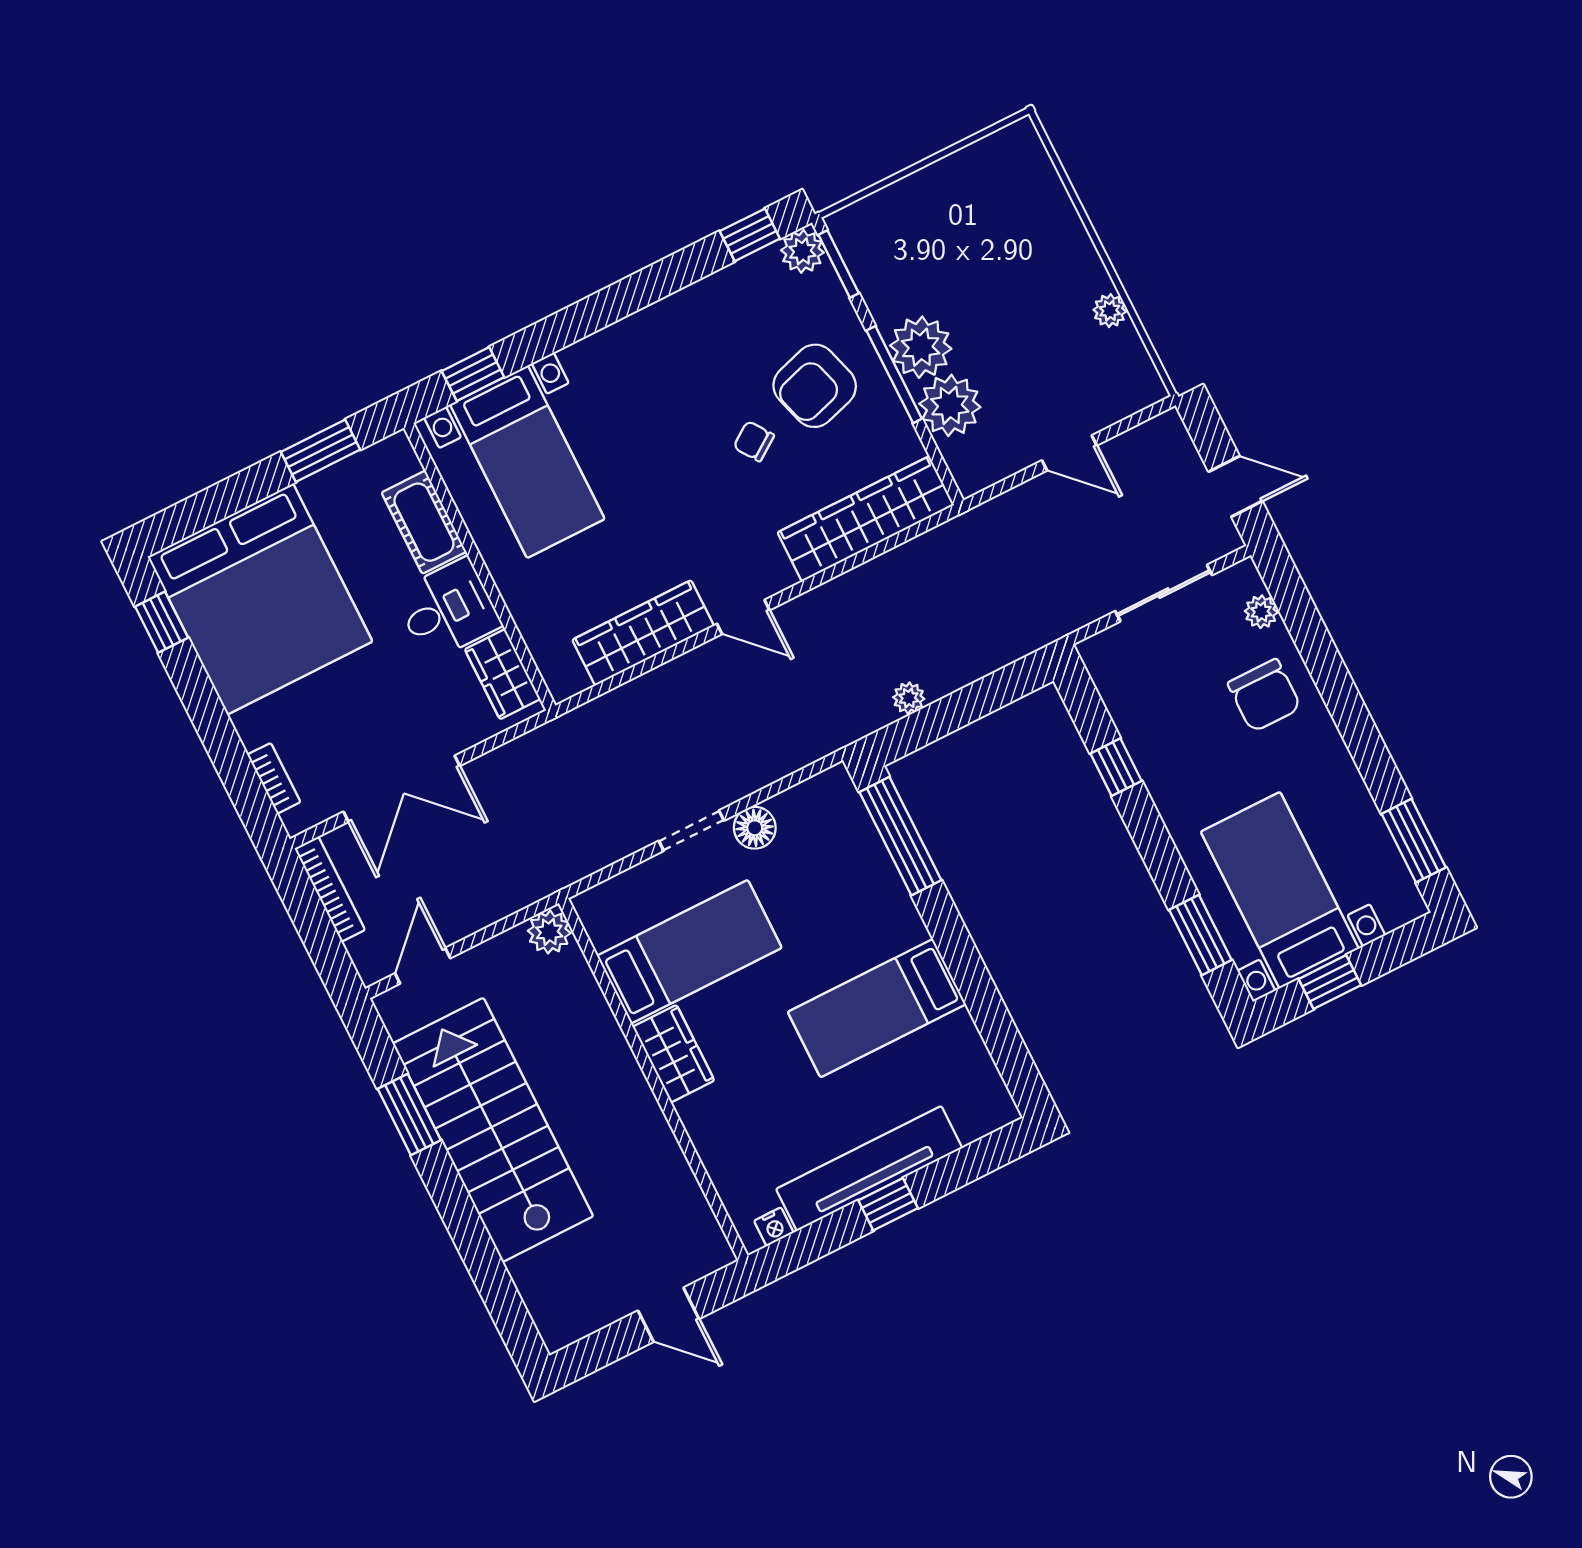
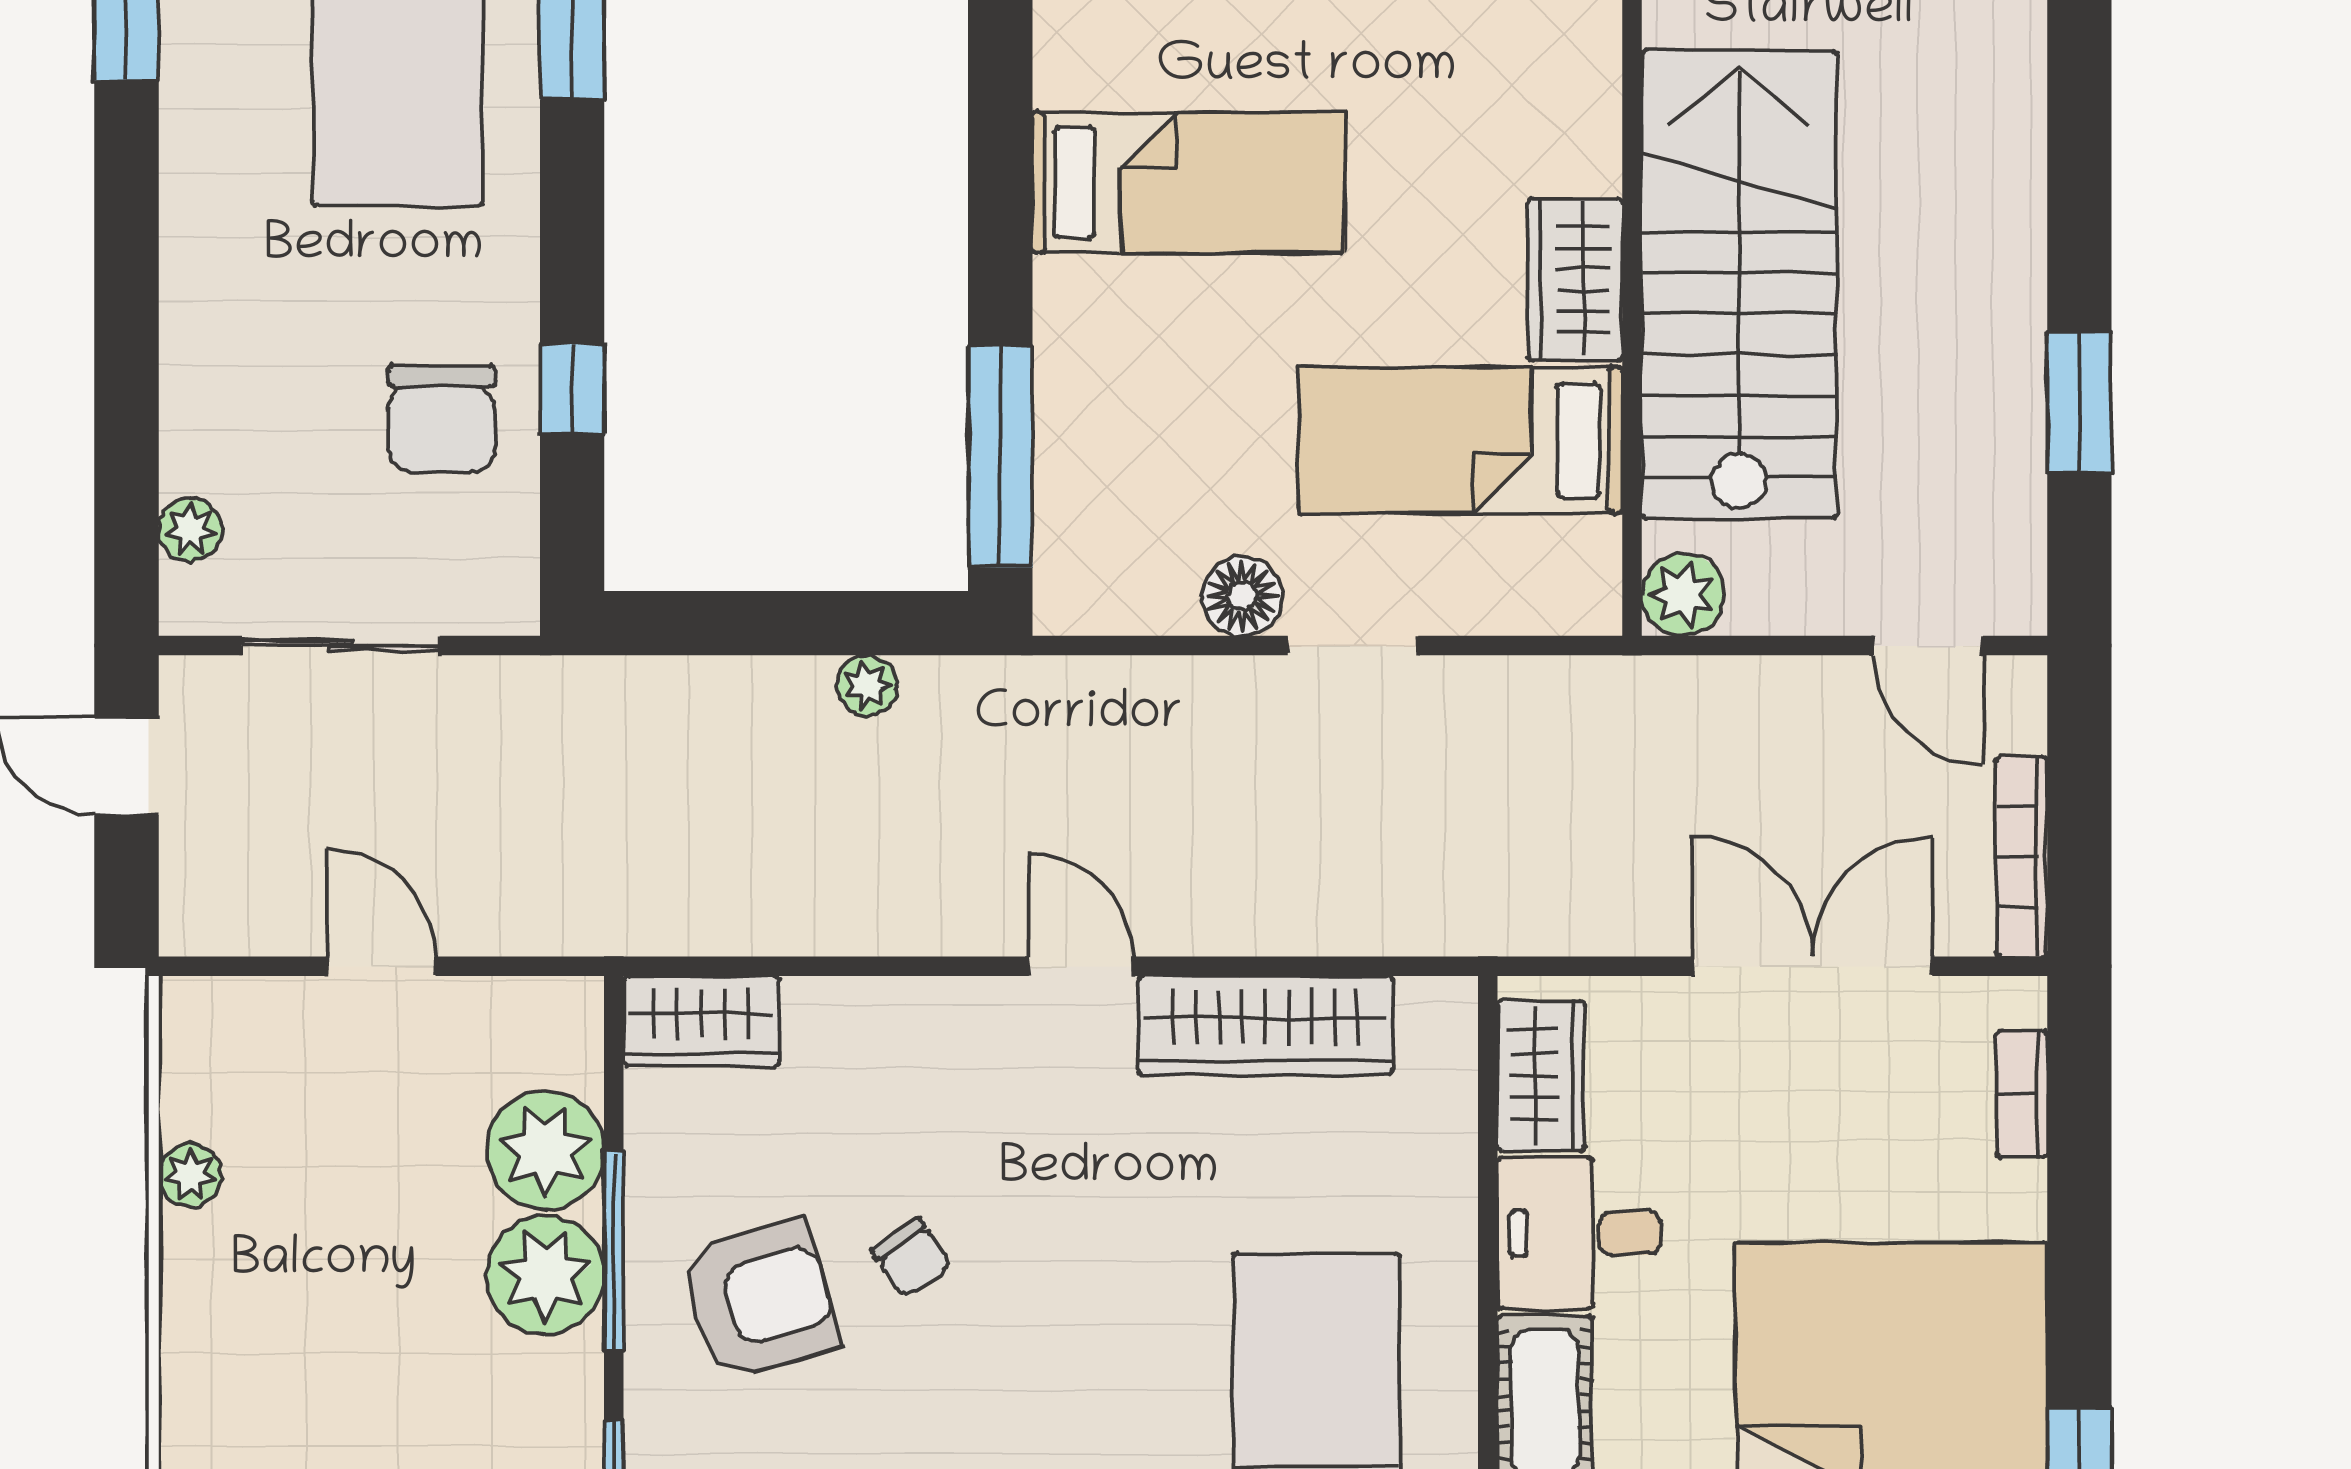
wardrobe: (866, 519) -> (701, 1021), width x0.48, depth x0.85
chair: (1264, 695) -> (442, 419), moved, turned 180
door: (423, 966) -> (1928, 646), hinge flipped
stairs: (493, 1130) -> (1739, 284), moved, turned 180

